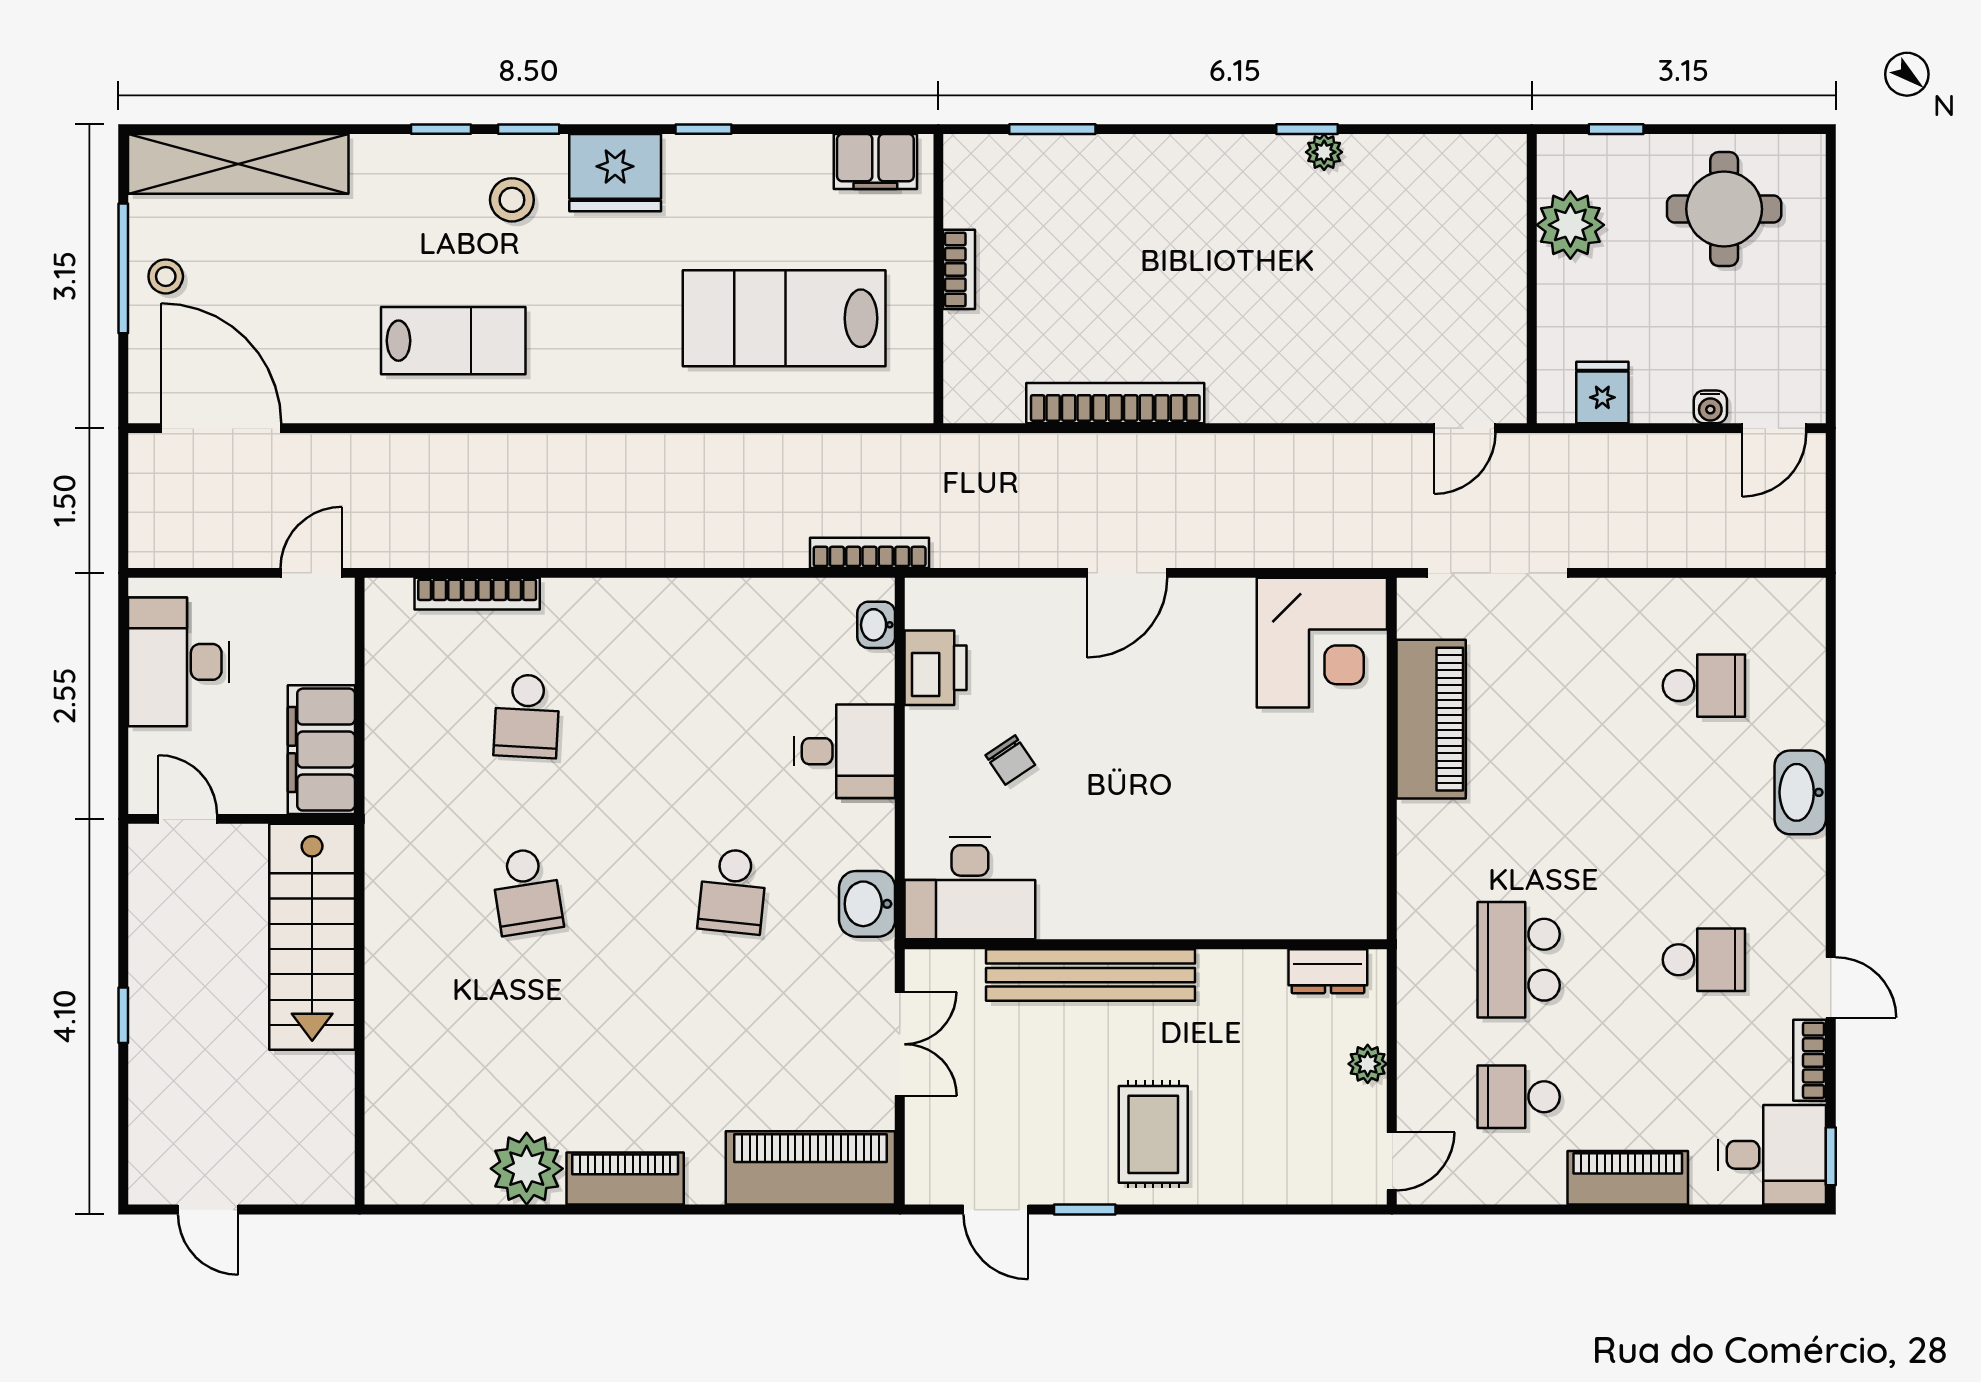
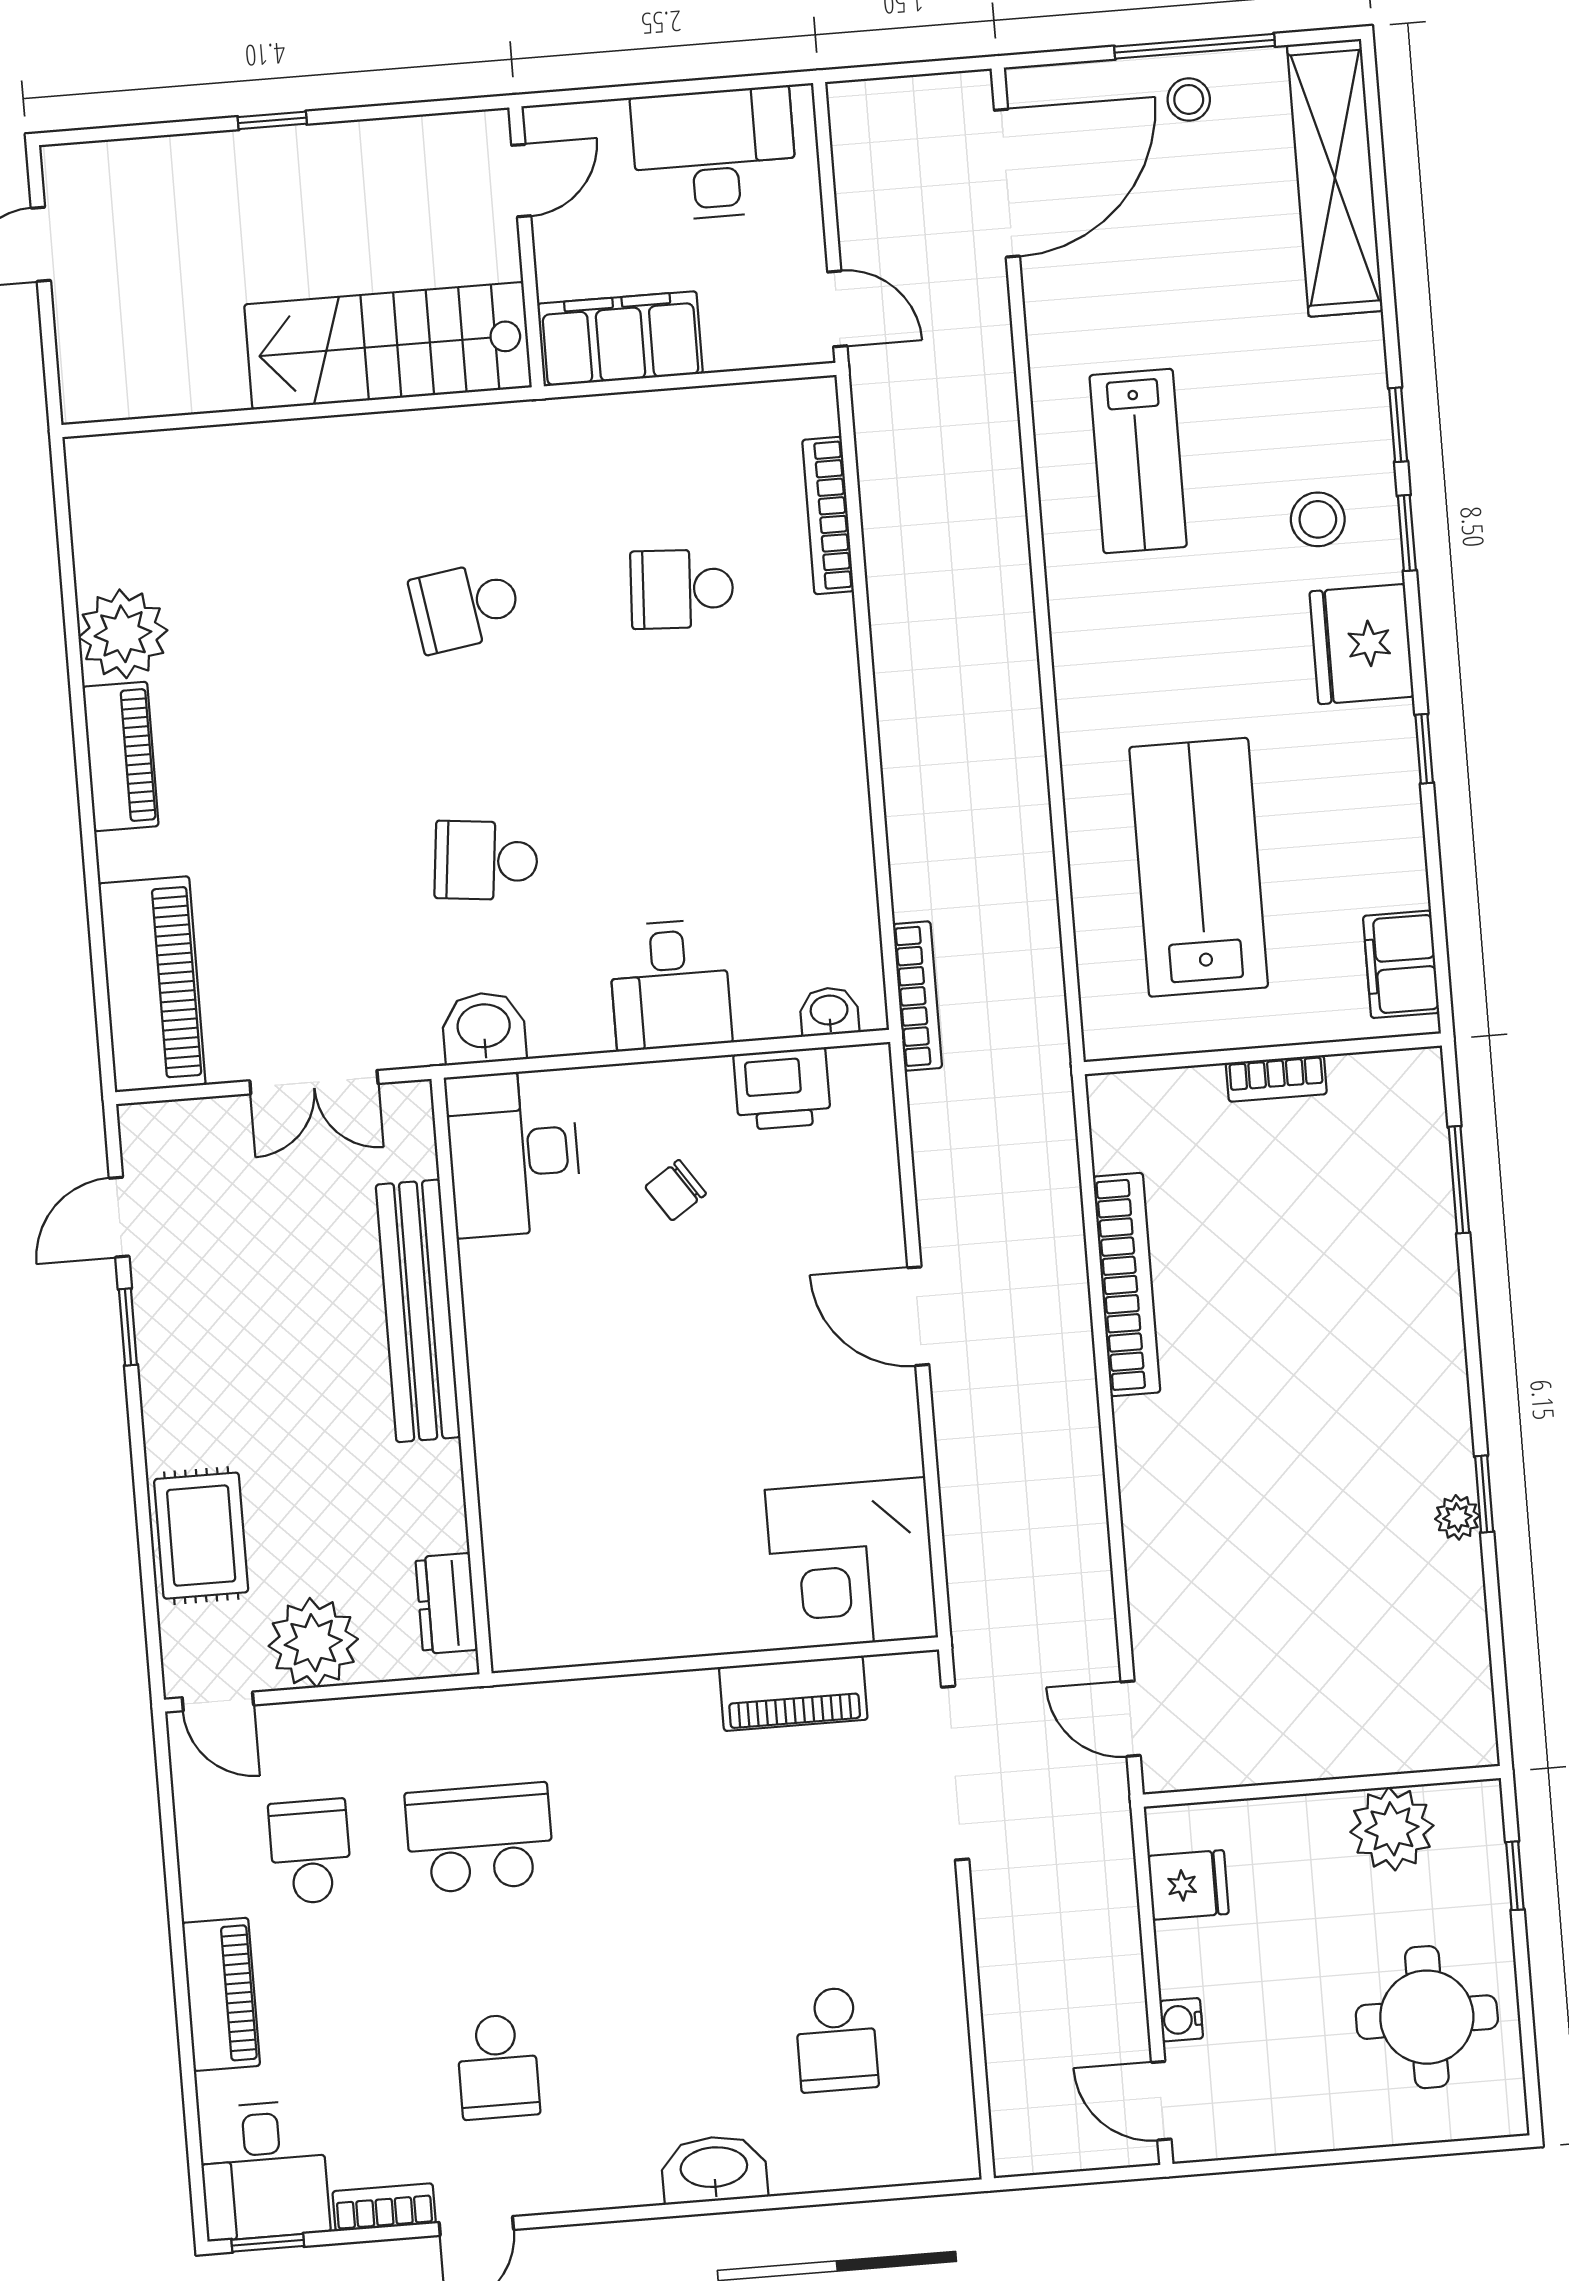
piano: (1431, 719) -> (793, 1693), width x0.73, depth x0.75
plant: (1368, 1064) -> (313, 1643), width x1.88, depth x1.88
rug: (1153, 1134) -> (201, 1536), moved, turned 90

